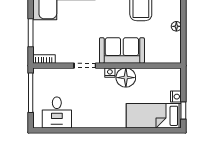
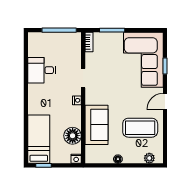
sofa: (122, 51) -> (96, 125), moved
floor lamp: (126, 78) -> (73, 136), moved
nightstand: (176, 97) -> (76, 159), moved
desk: (57, 112) -> (42, 70), moved

